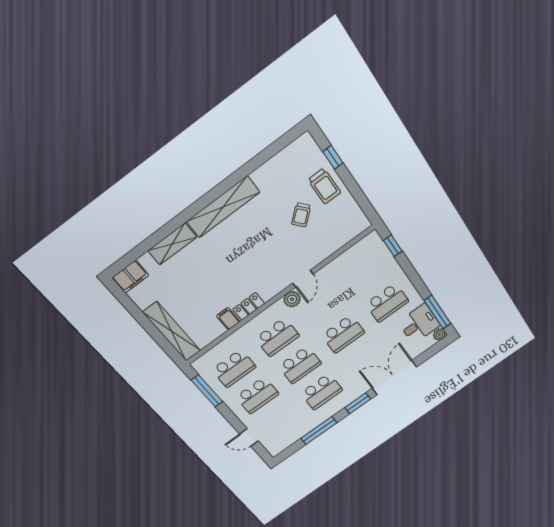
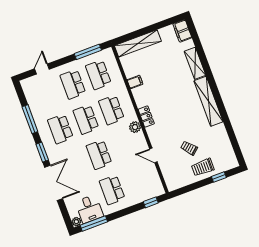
door: (303, 279) -> (153, 155), moved
locker: (249, 306) -> (146, 117), moved

